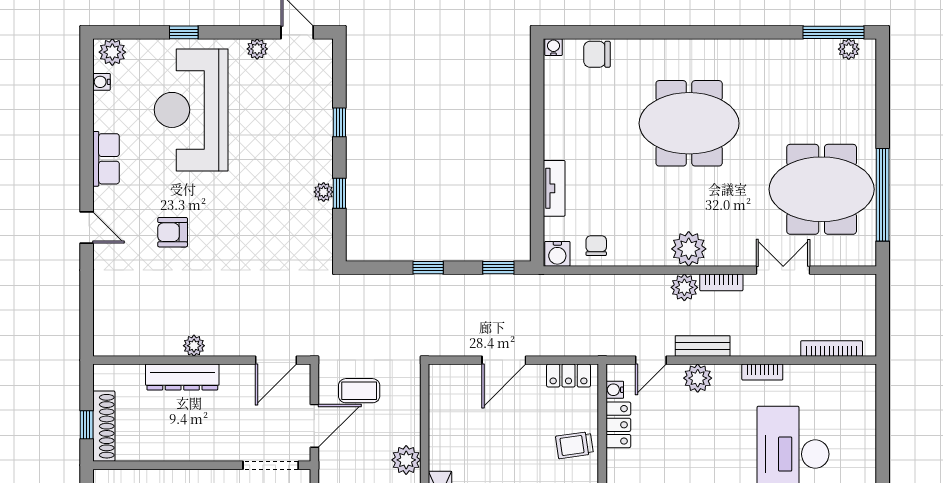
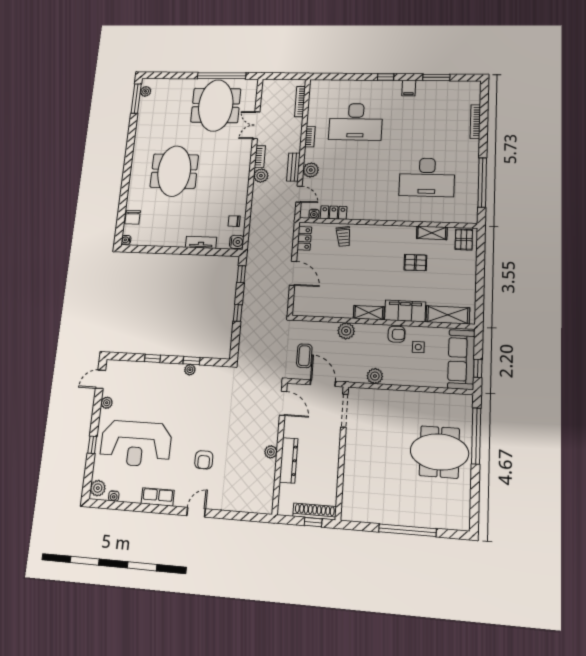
plant: (689, 249) -> (240, 173), removed

